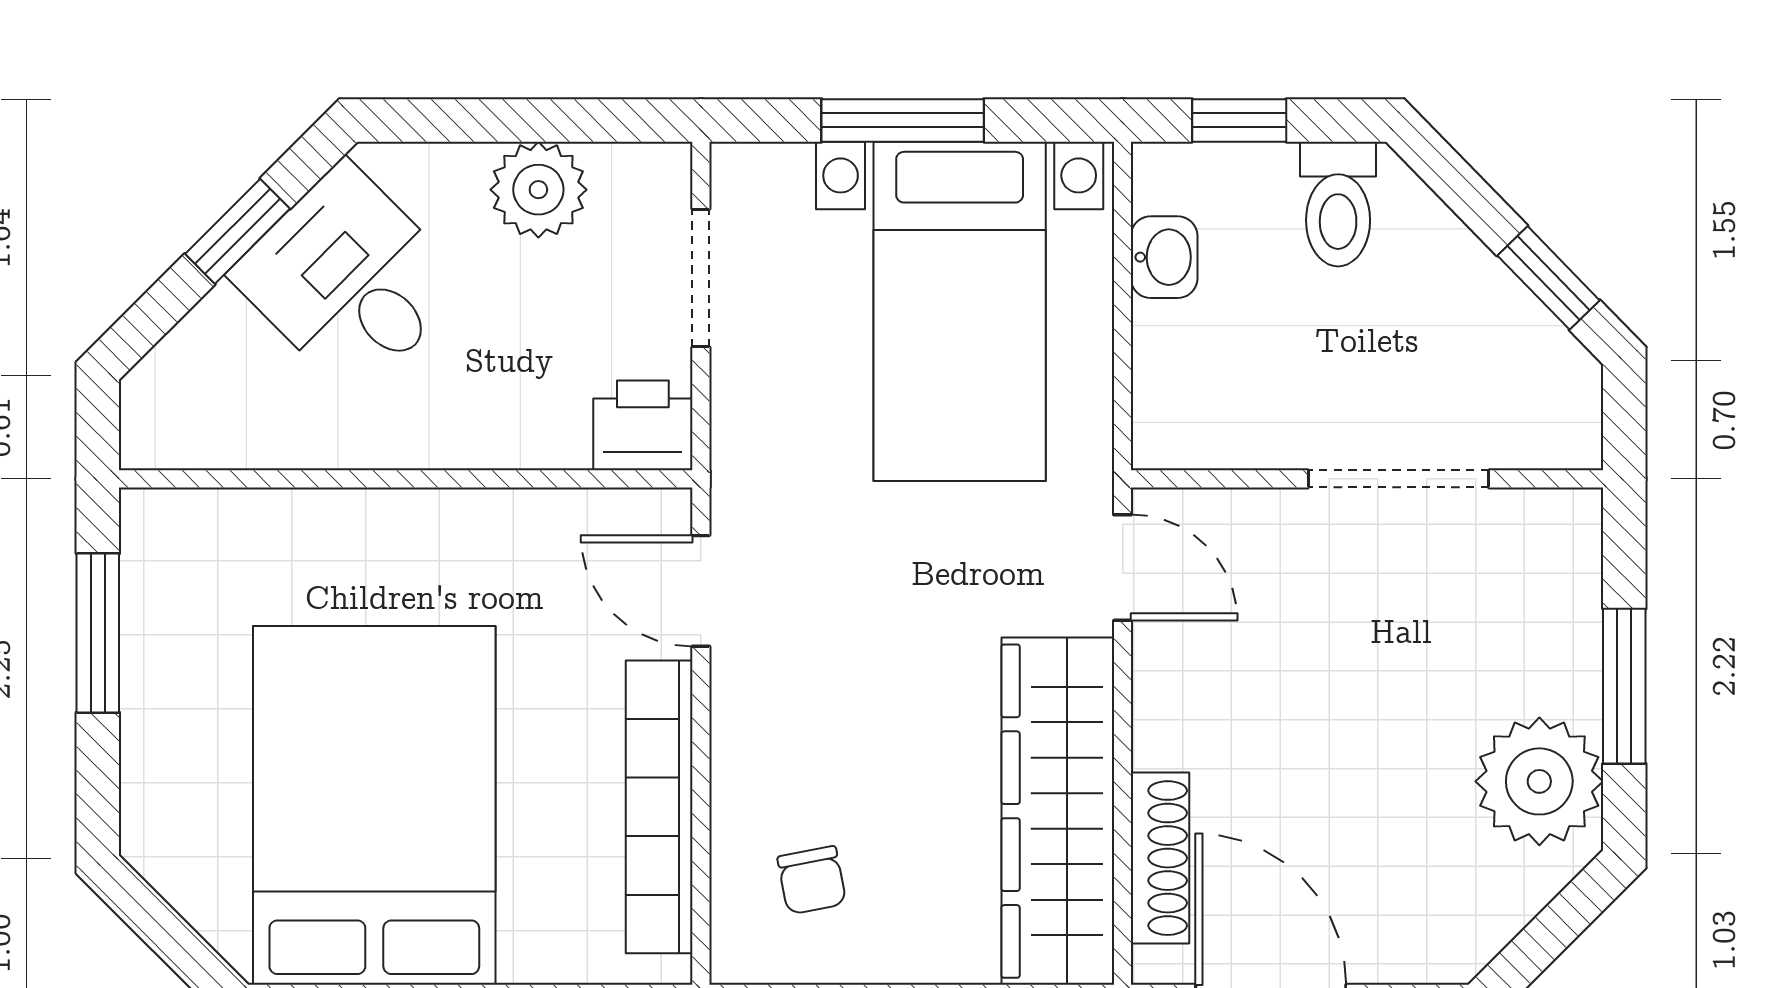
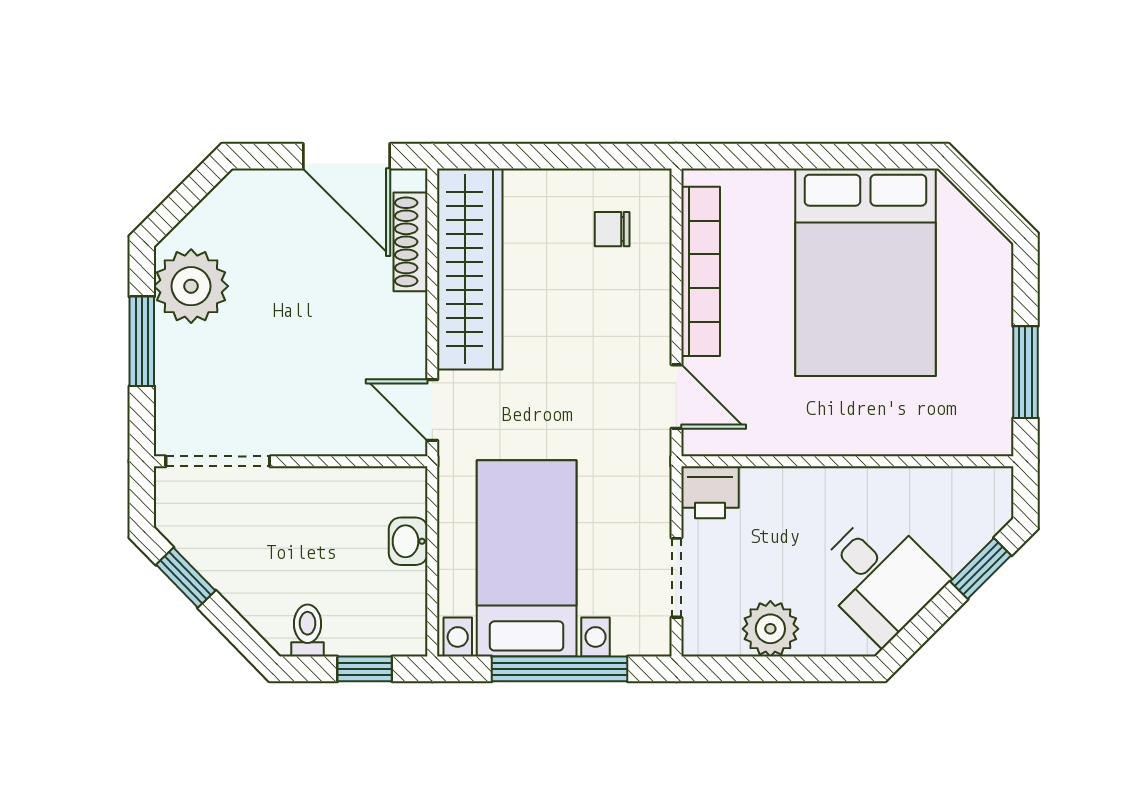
window: (903, 120) -> (560, 669), width x1.44
toilet: (1338, 204) -> (308, 631), width x0.73, depth x0.72
window: (238, 231) -> (981, 568), moved
washbasin: (1164, 257) -> (408, 541), moved
doorway: (1398, 479) -> (218, 461), moved
chair: (812, 880) -> (612, 229), turned -79

